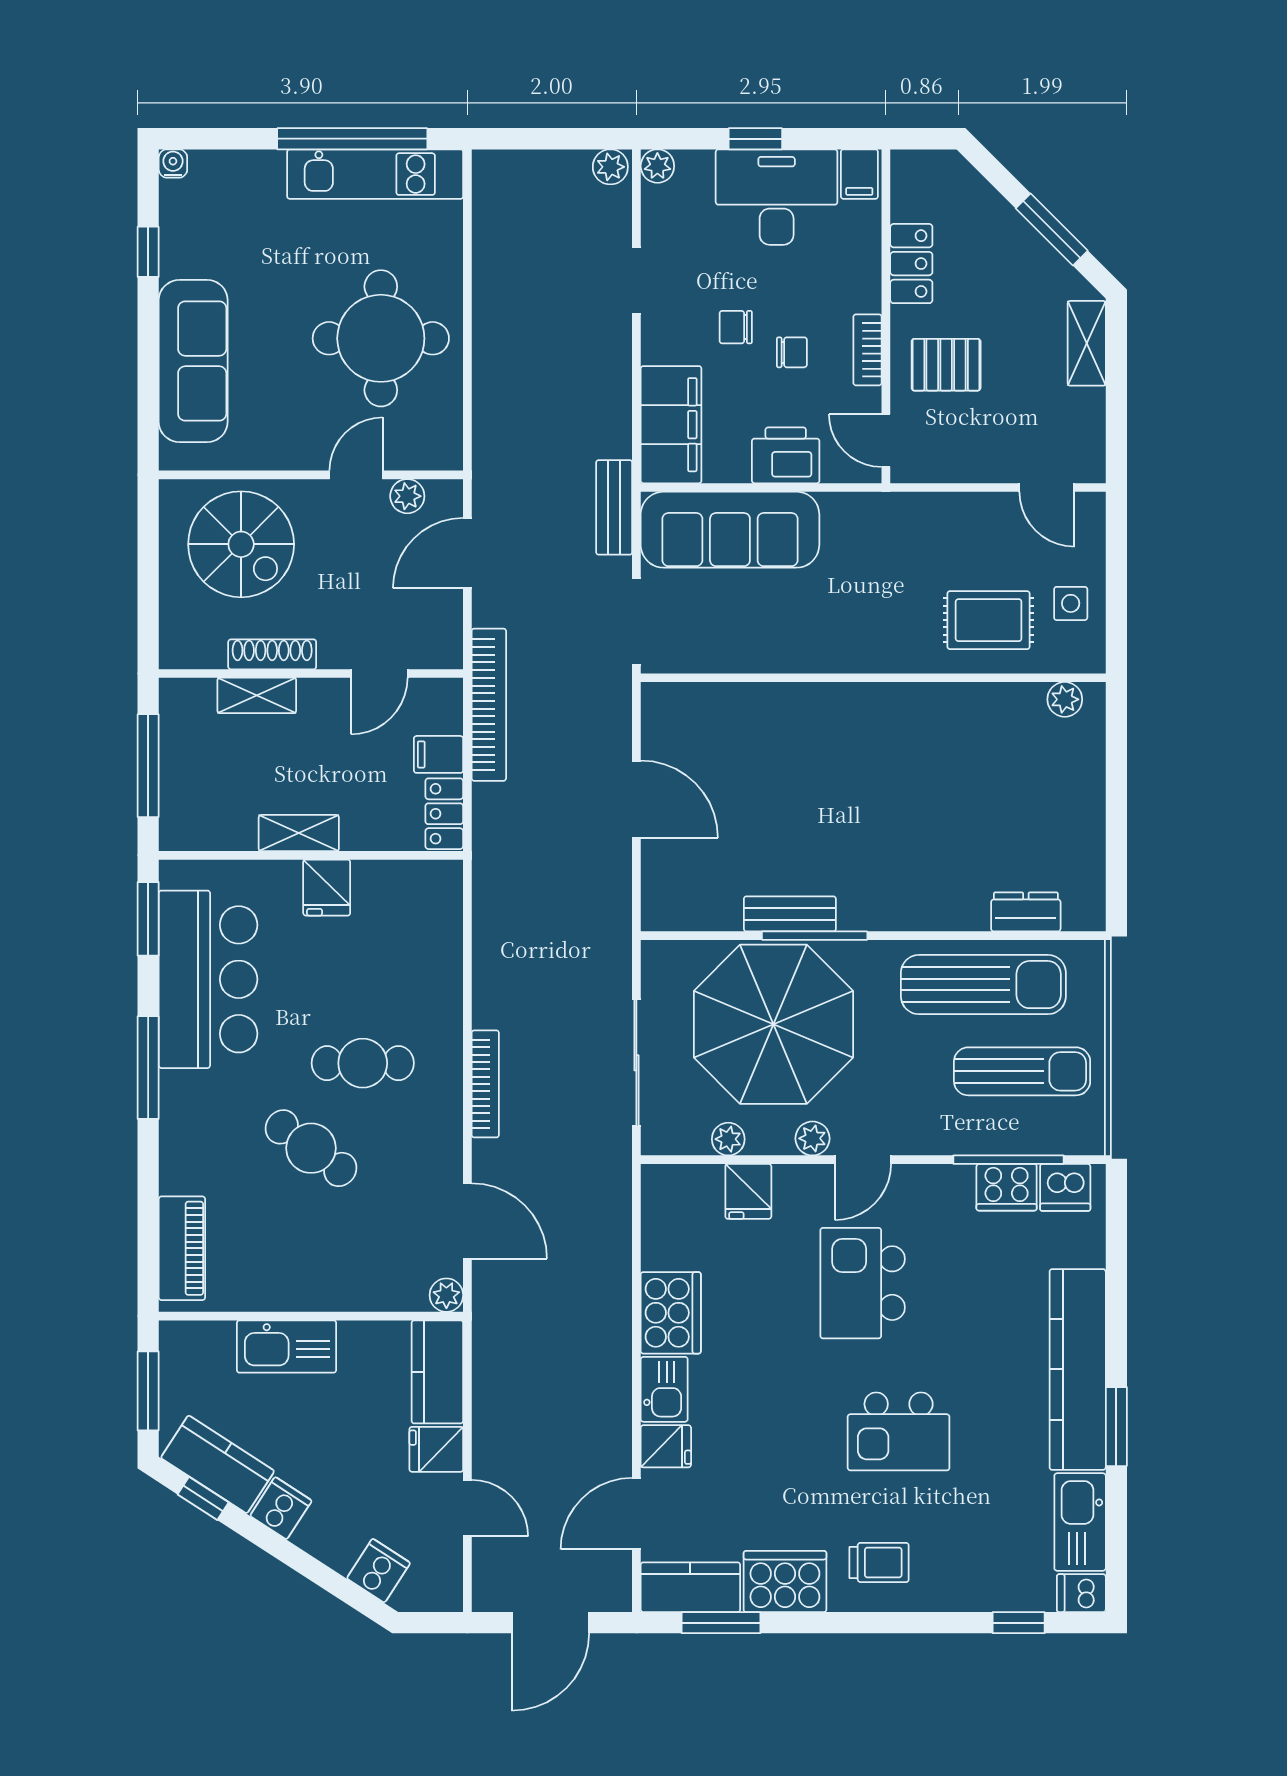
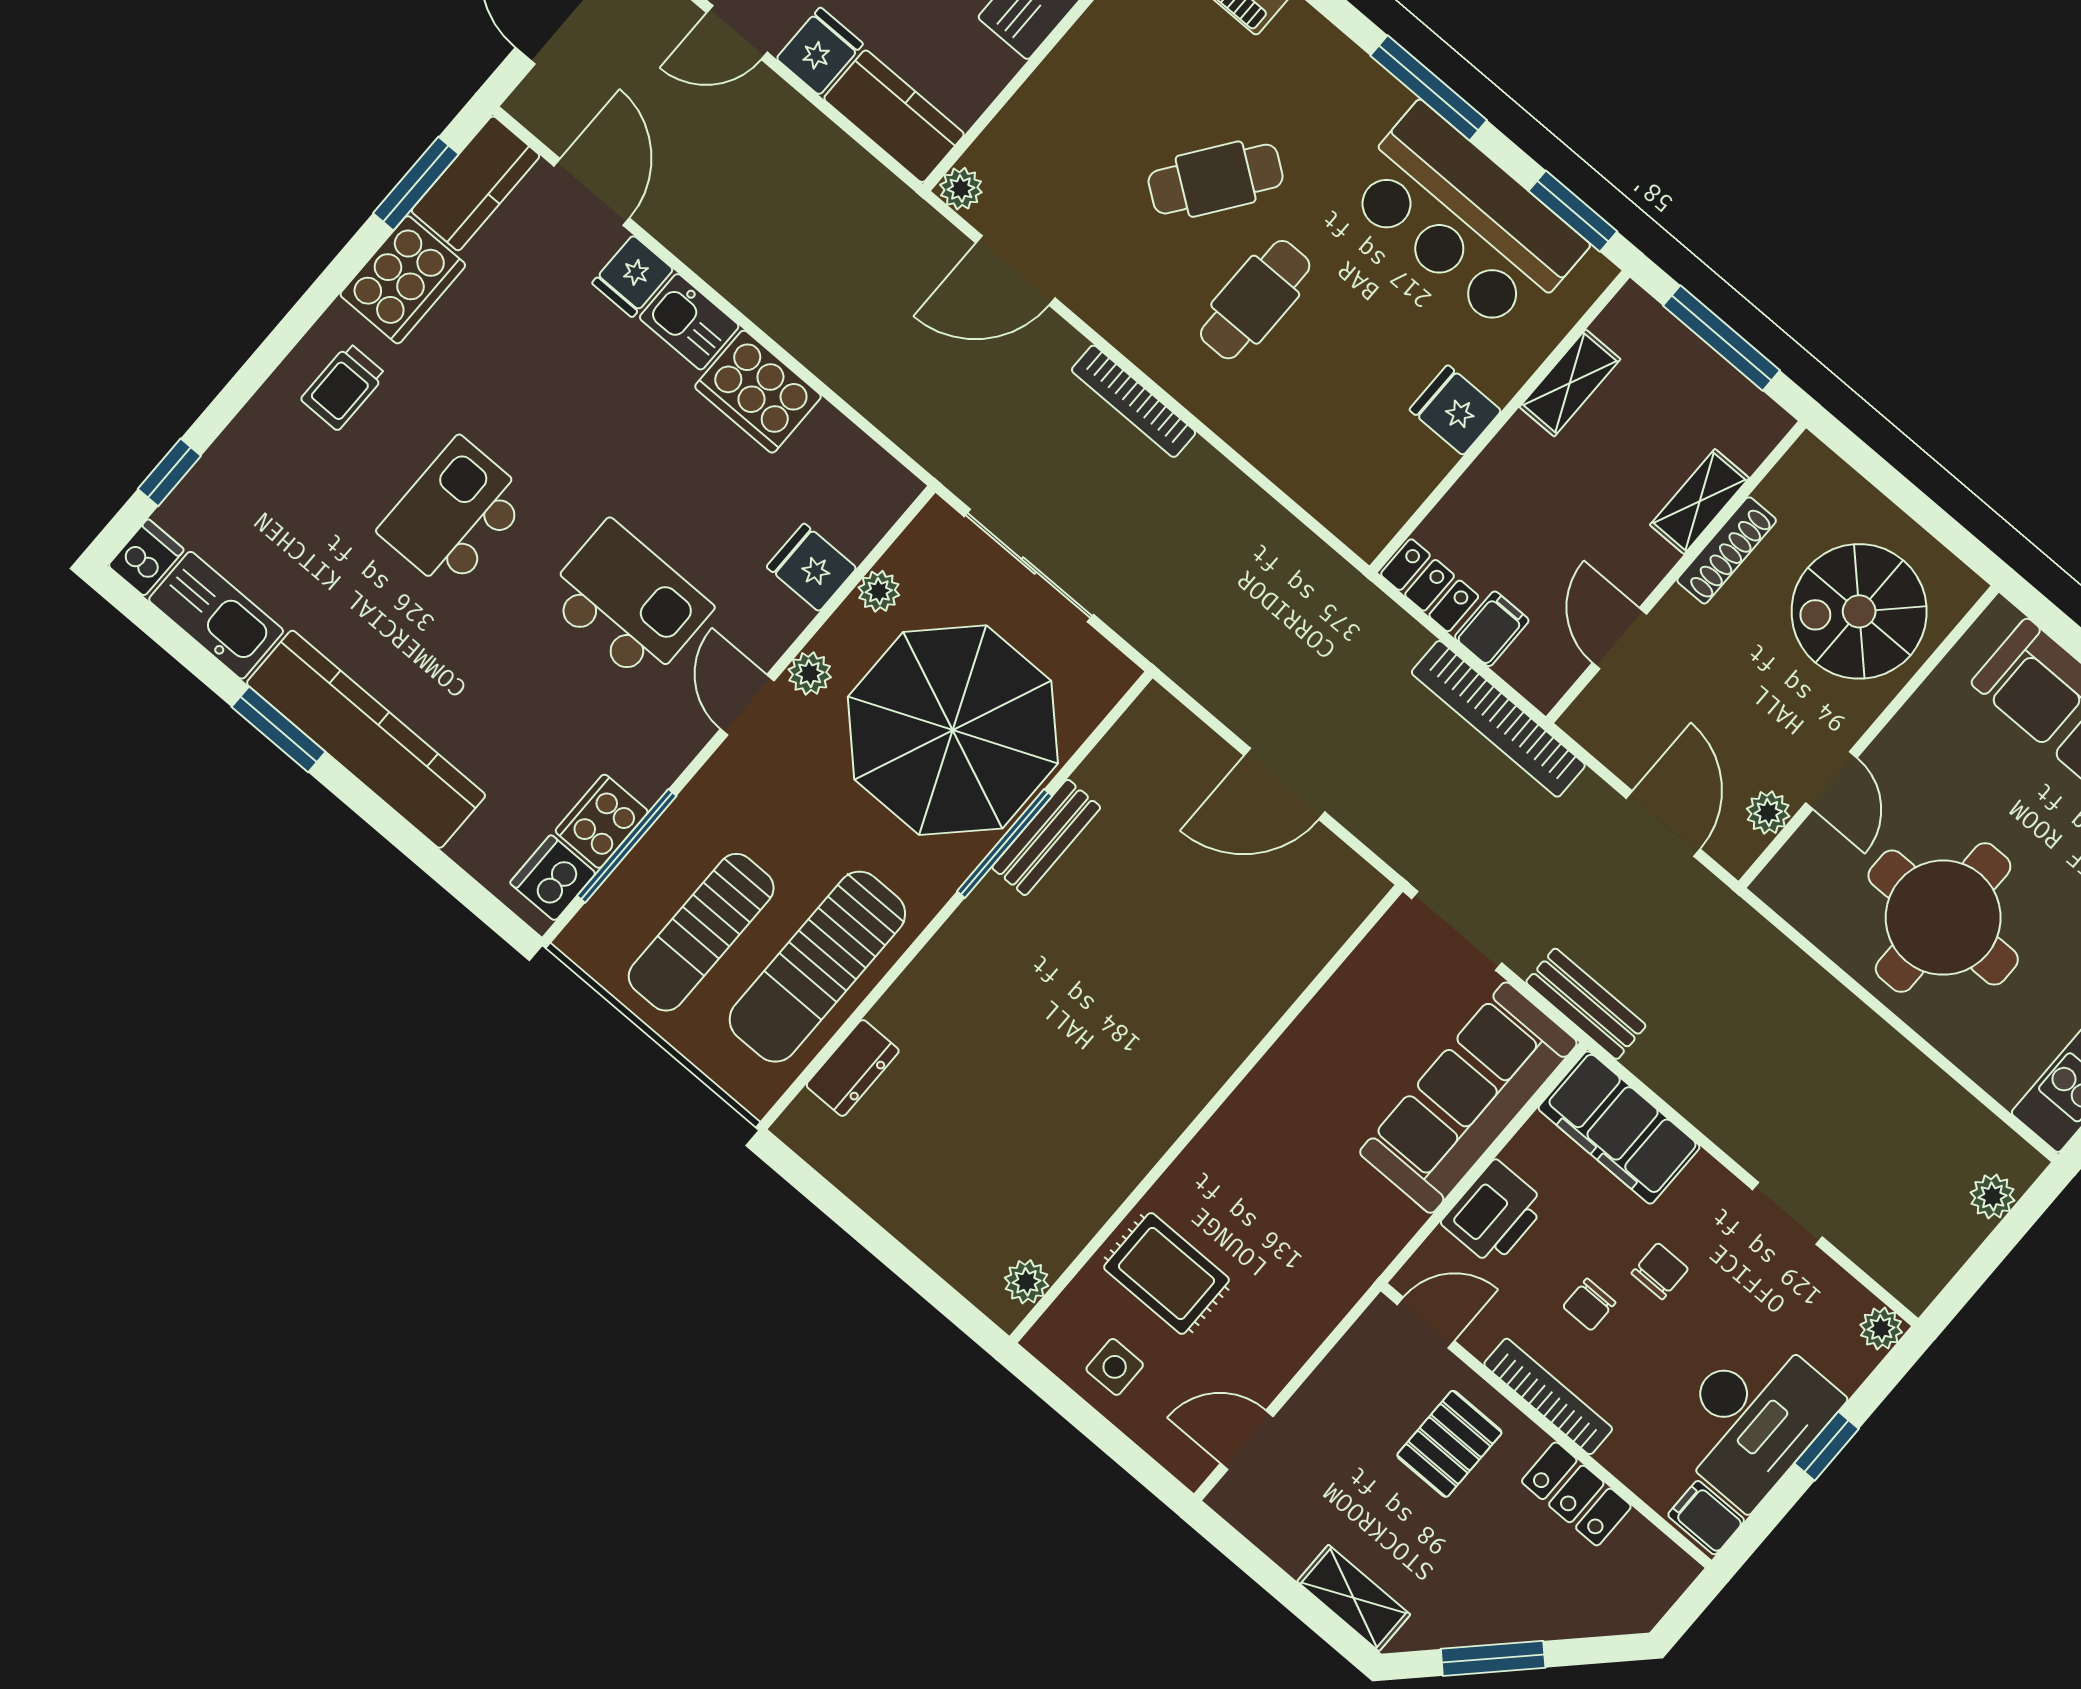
plant: (610, 167) -> (1992, 1196), moved
bookcase: (868, 350) -> (1548, 1396), width x1.56
rug: (989, 620) -> (1167, 1274), turned 90
shelving: (299, 833) -> (1570, 383), moved

